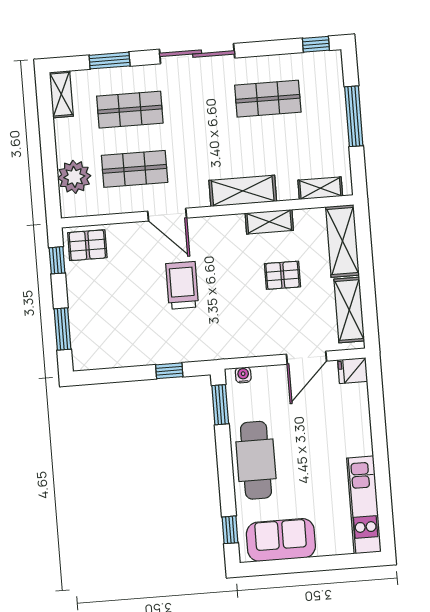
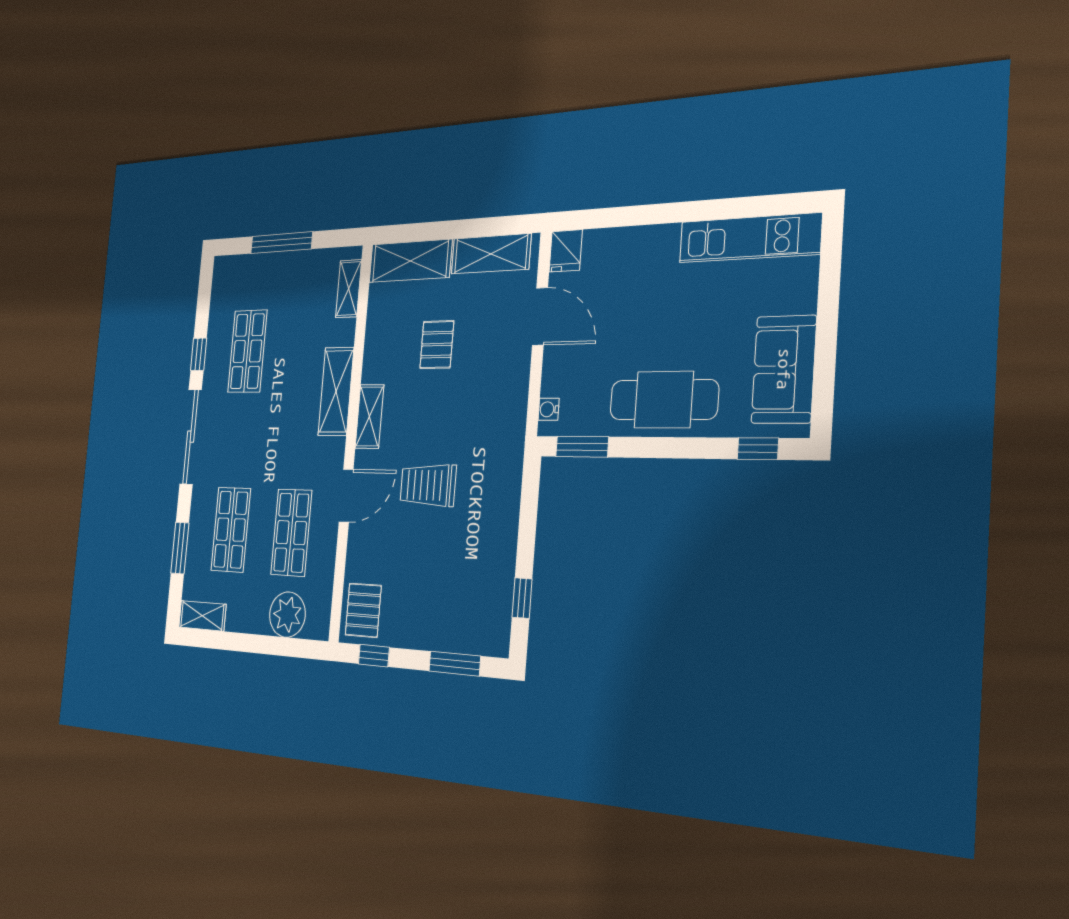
window: (316, 44) -> (199, 354), moved
shelving: (269, 222) -> (369, 416), moved
window: (169, 371) -> (522, 598), moved

